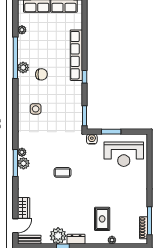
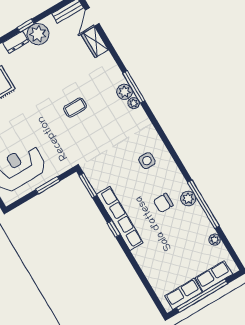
row of seats: (76, 55) -> (120, 218), moved
water cooler: (92, 139) -> (64, 164), removed

